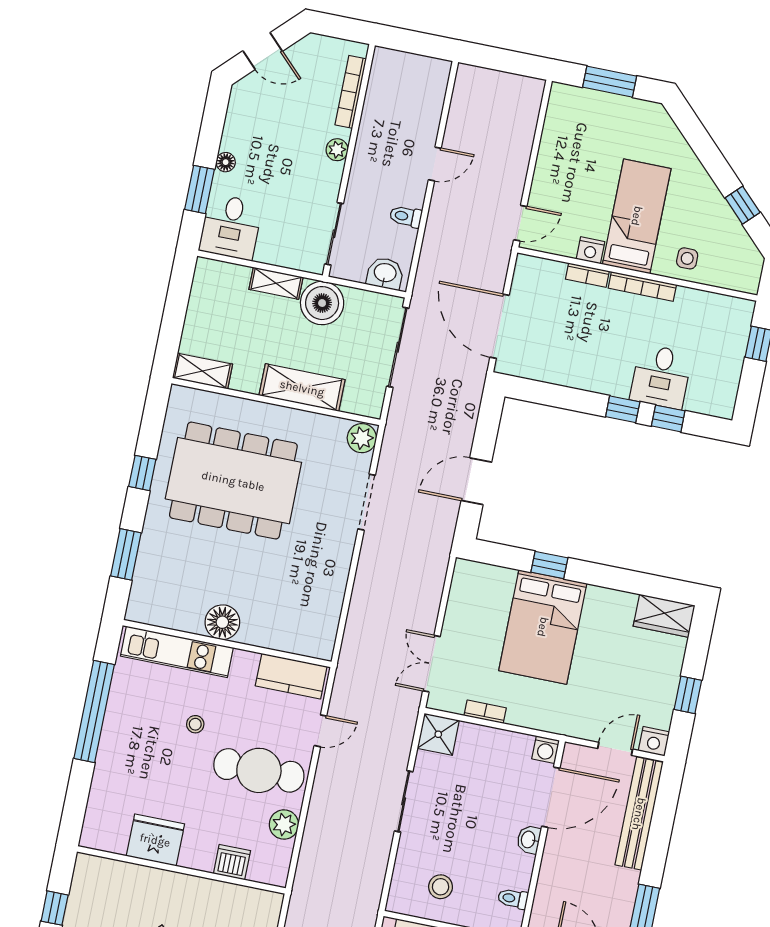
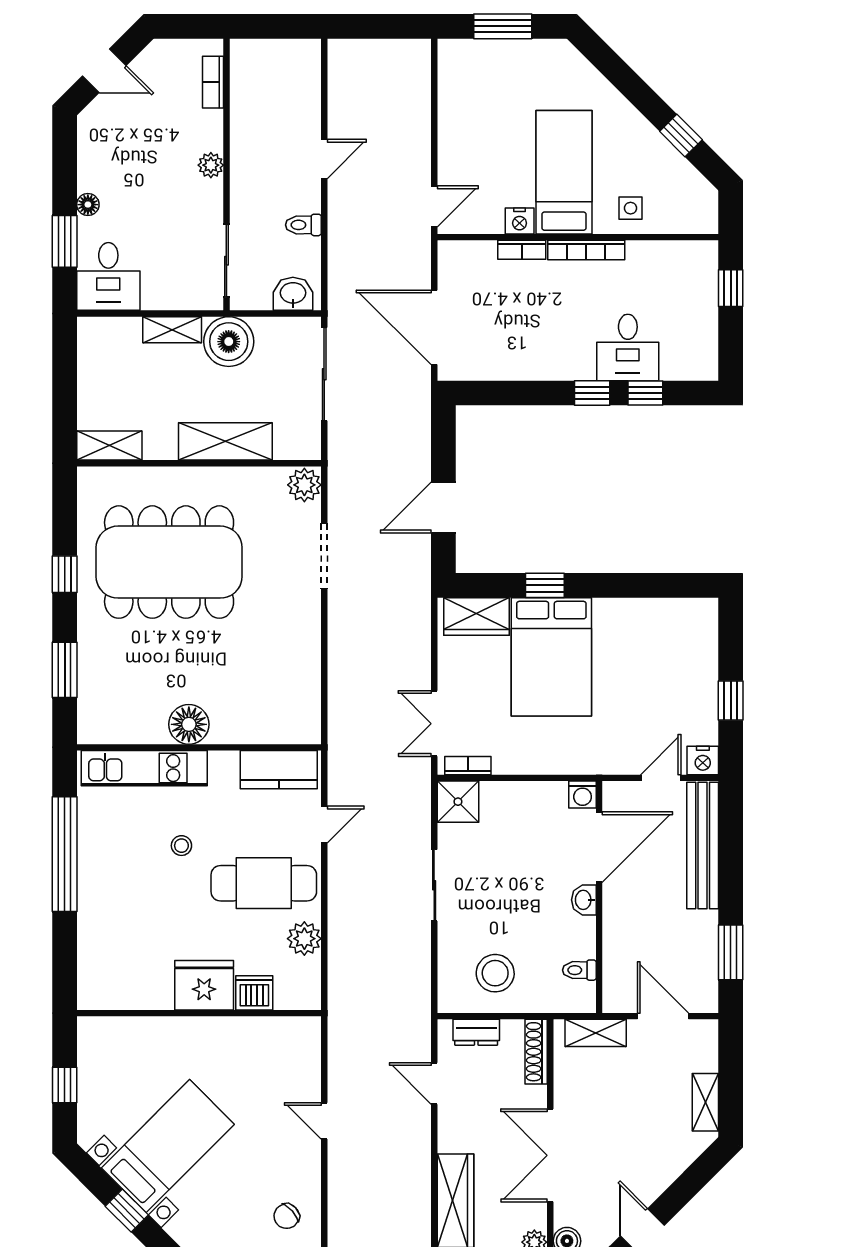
bookcase: (351, 92) -> (213, 82), width x0.64
wardrobe: (664, 616) -> (476, 617), moved
bookcase: (485, 712) -> (468, 766), moved
fridge: (155, 840) -> (204, 985), moved
stool: (441, 887) -> (495, 973), width x1.38, depth x1.38

